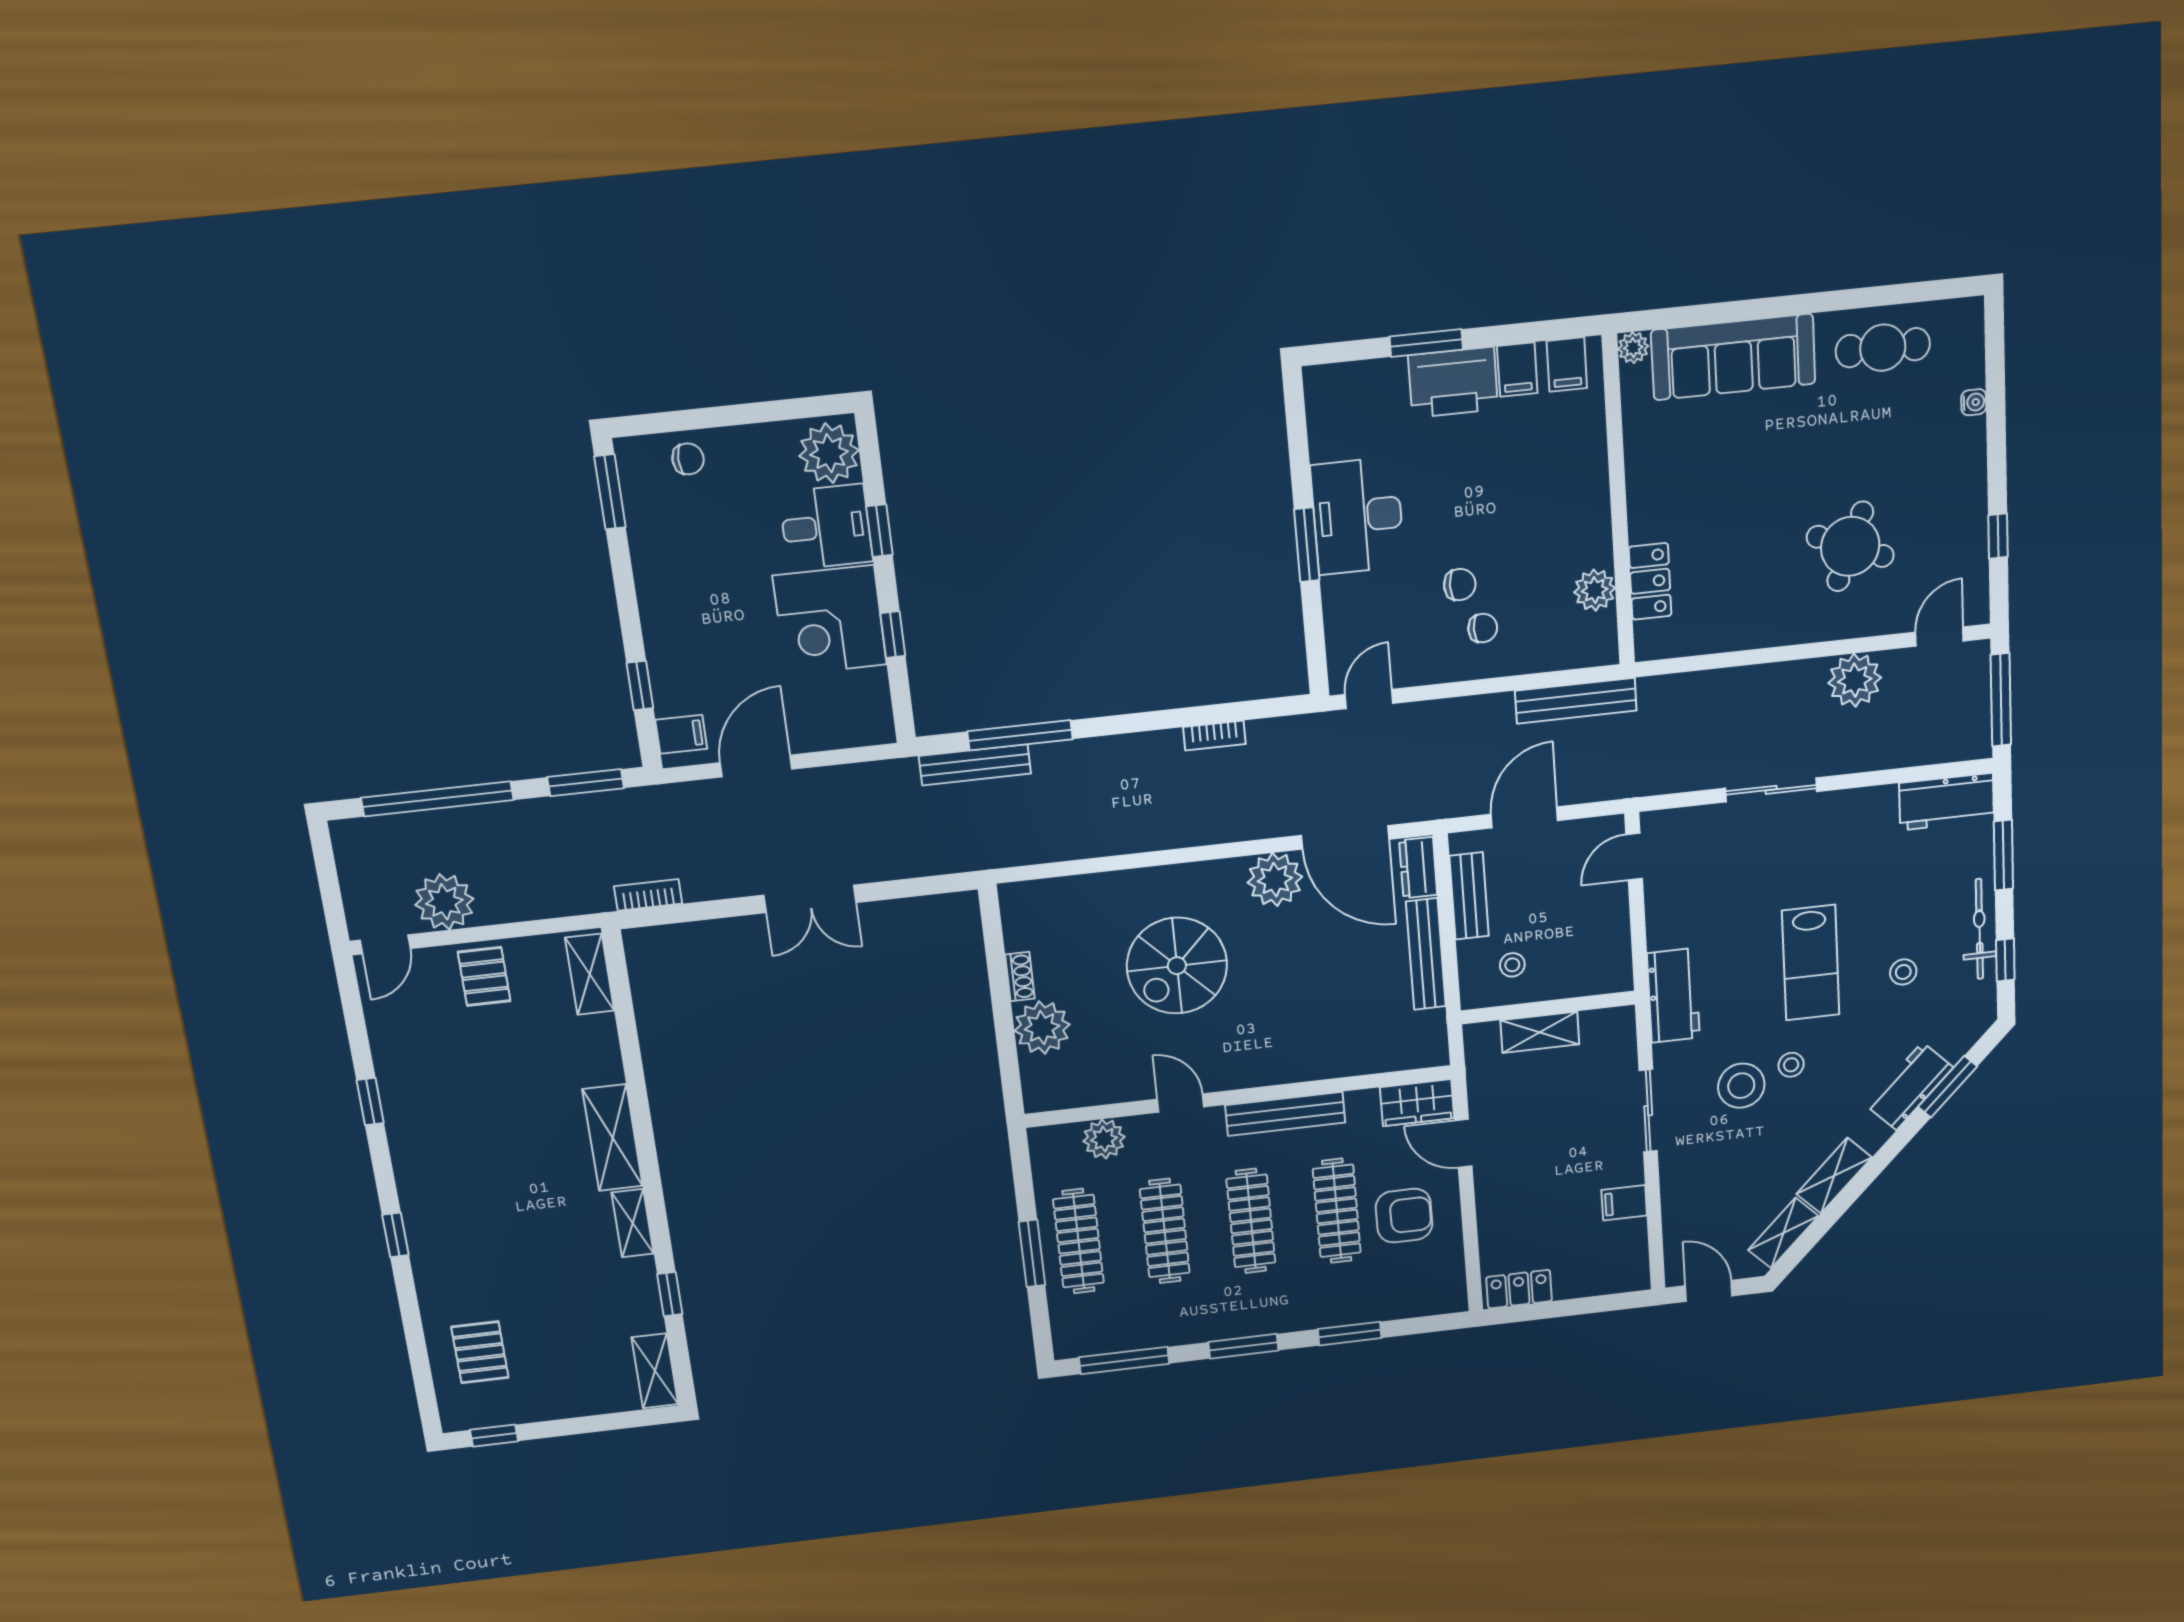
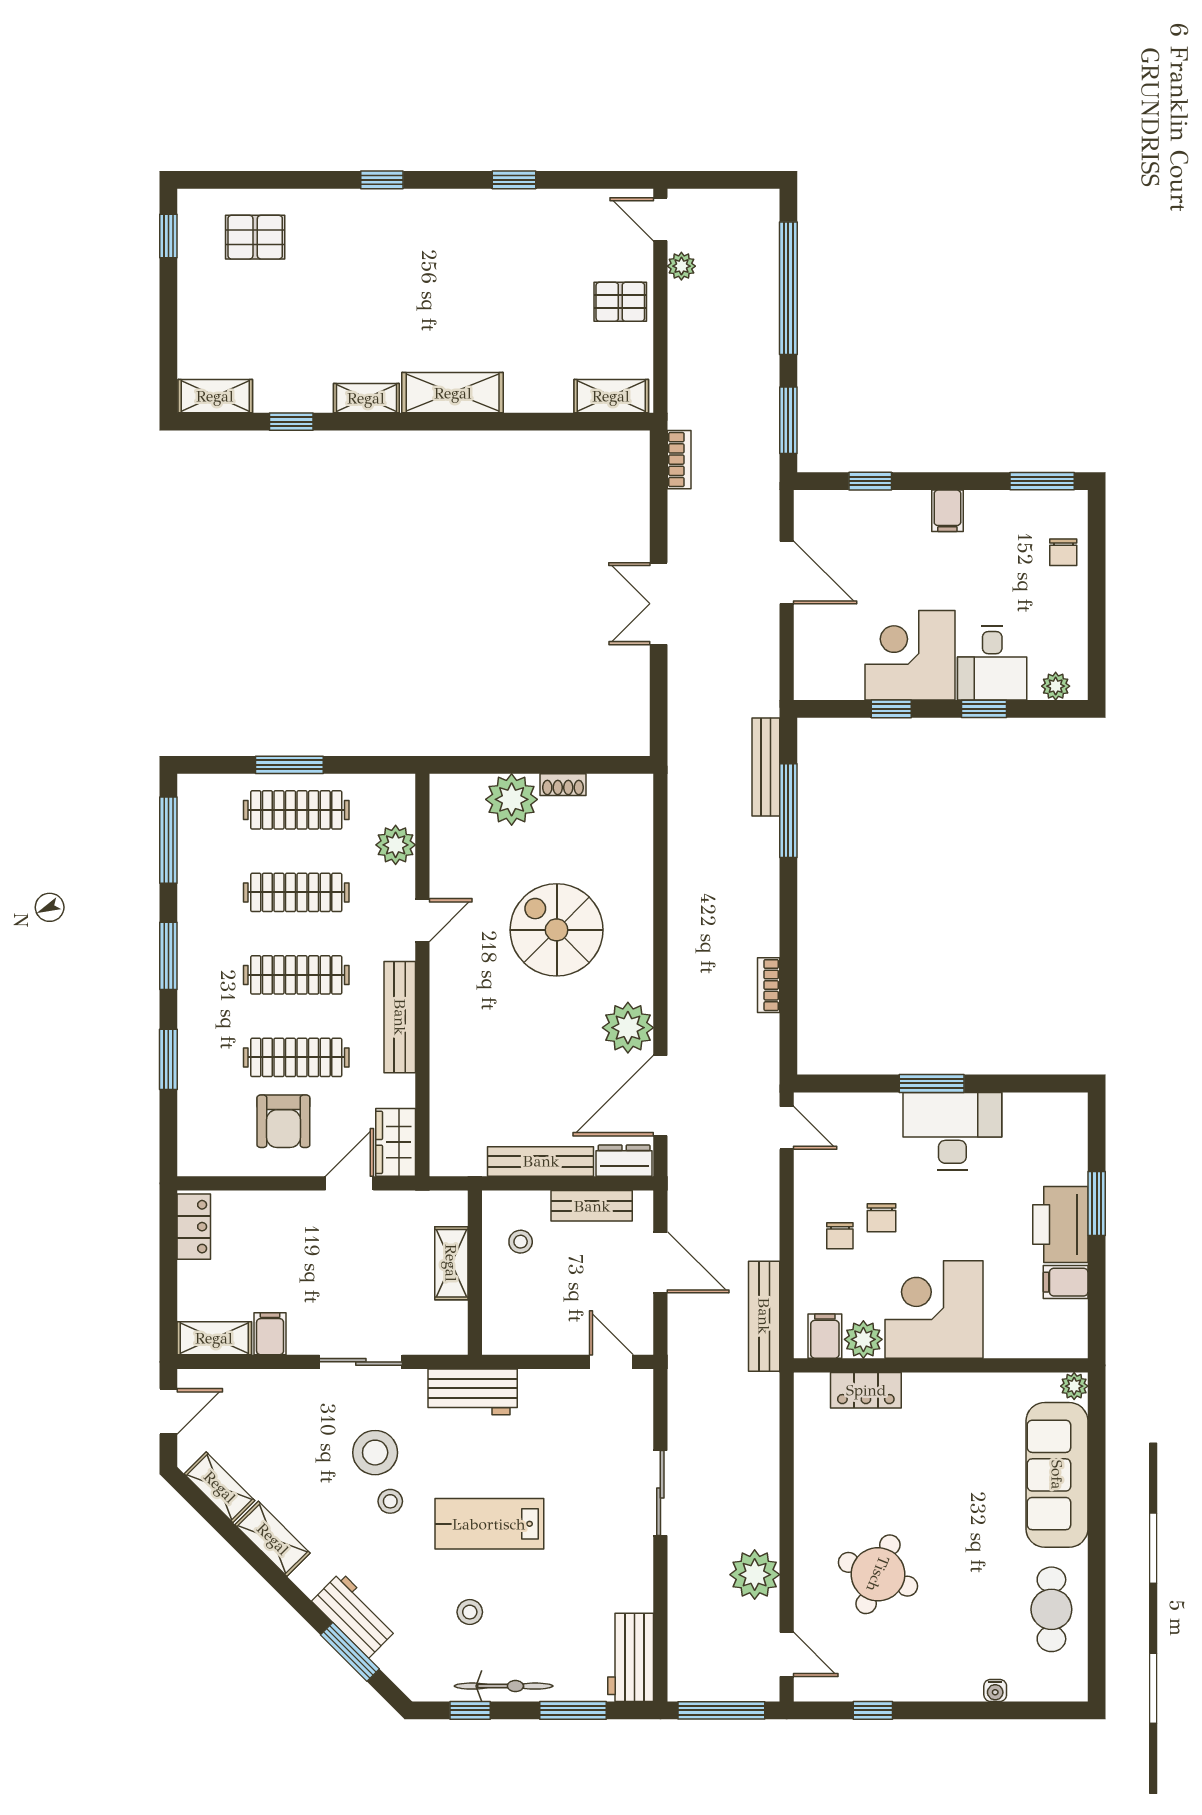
filing cabinet: (1567, 364) -> (825, 1336), moved, turned 90
plant: (829, 453) -> (1056, 686), width x0.53, depth x0.53
corner desk: (1557, 515) -> (934, 1310), added
filing cabinet: (681, 734) -> (947, 511), moved
plant: (444, 902) -> (681, 266), width x0.53, depth x0.53
shelving: (1632, 1256) -> (214, 1338), added

